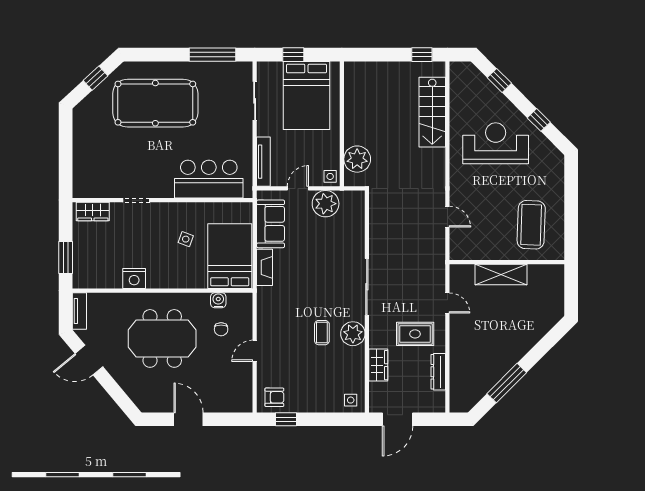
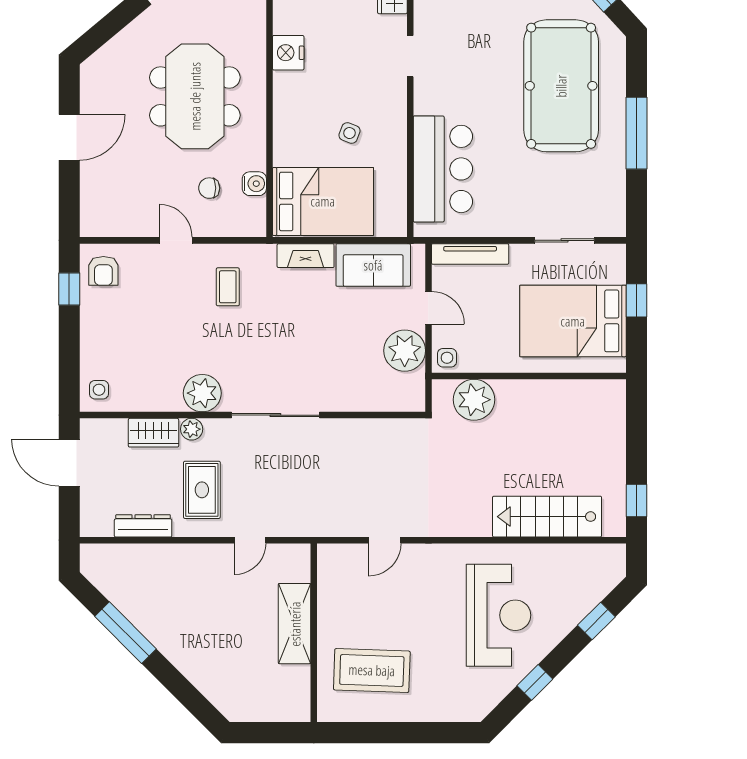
window: (213, 55) -> (637, 133), moved
coffee table: (322, 333) -> (228, 287), moved, turned 90
plant: (376, 341) -> (192, 429), added

